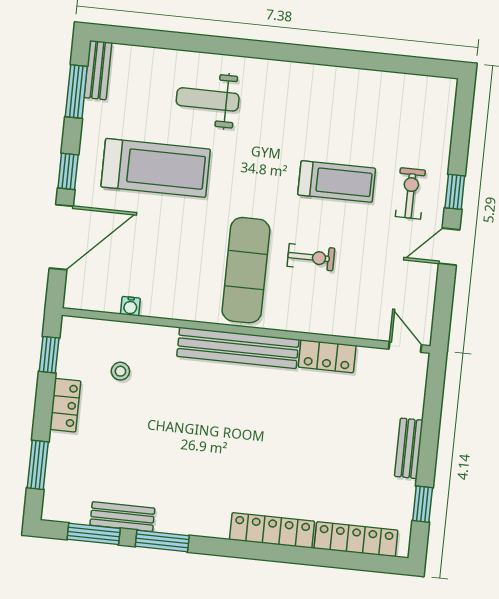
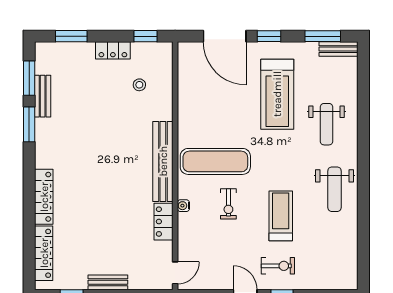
weight bench: (305, 98) -> (334, 189), added
weight bench: (208, 99) -> (327, 124), turned 180
treadmill: (337, 182) -> (281, 216), turned 180
water cooler: (130, 306) -> (183, 206), moved

